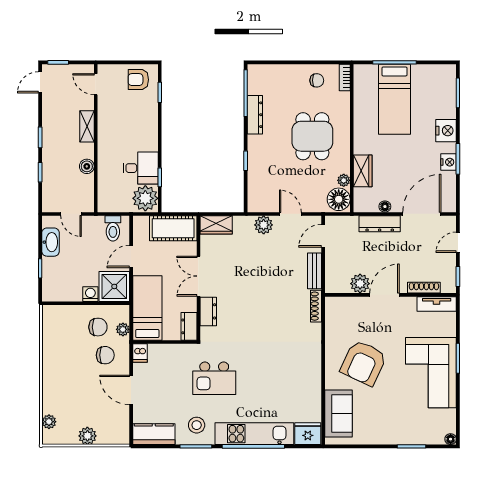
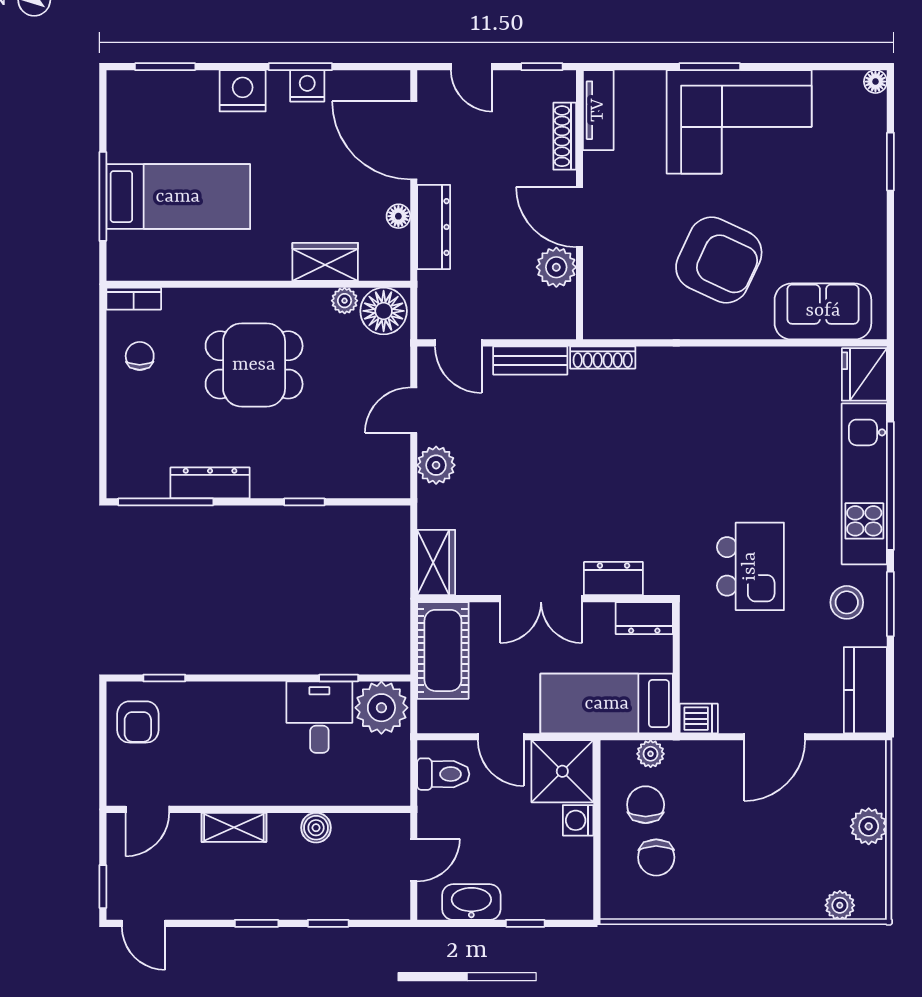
chair: (105, 355) -> (656, 857), moved, turned 180

